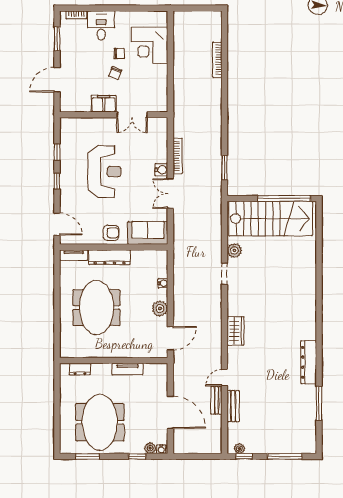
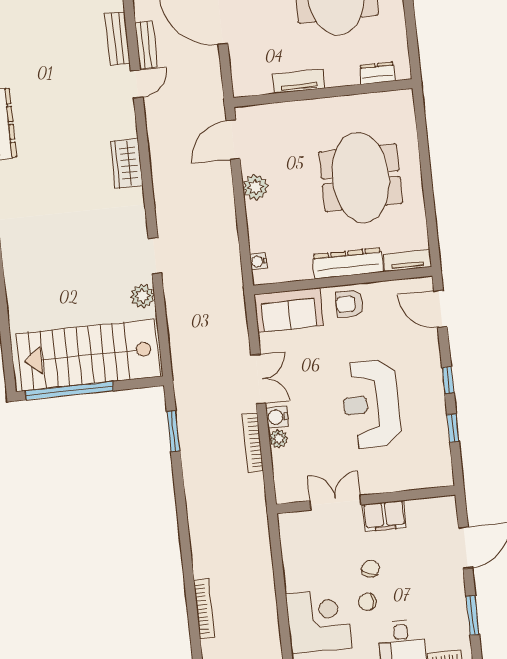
plant: (162, 157) -> (278, 439), added
water cooler: (163, 283) -> (258, 261), moved

